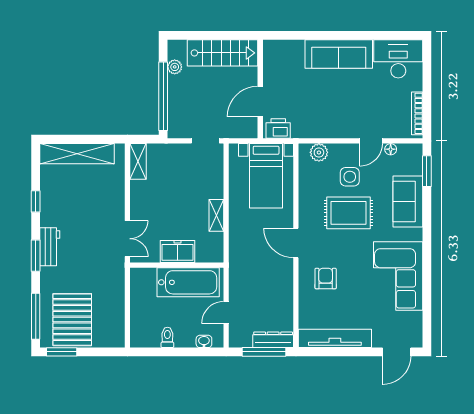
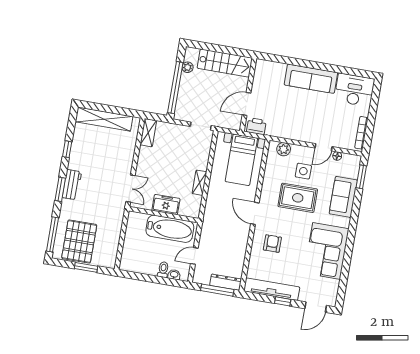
toilet: (167, 337) -> (163, 270), moved
window: (62, 352) -> (86, 267), moved
window: (352, 352) -> (283, 301), added

